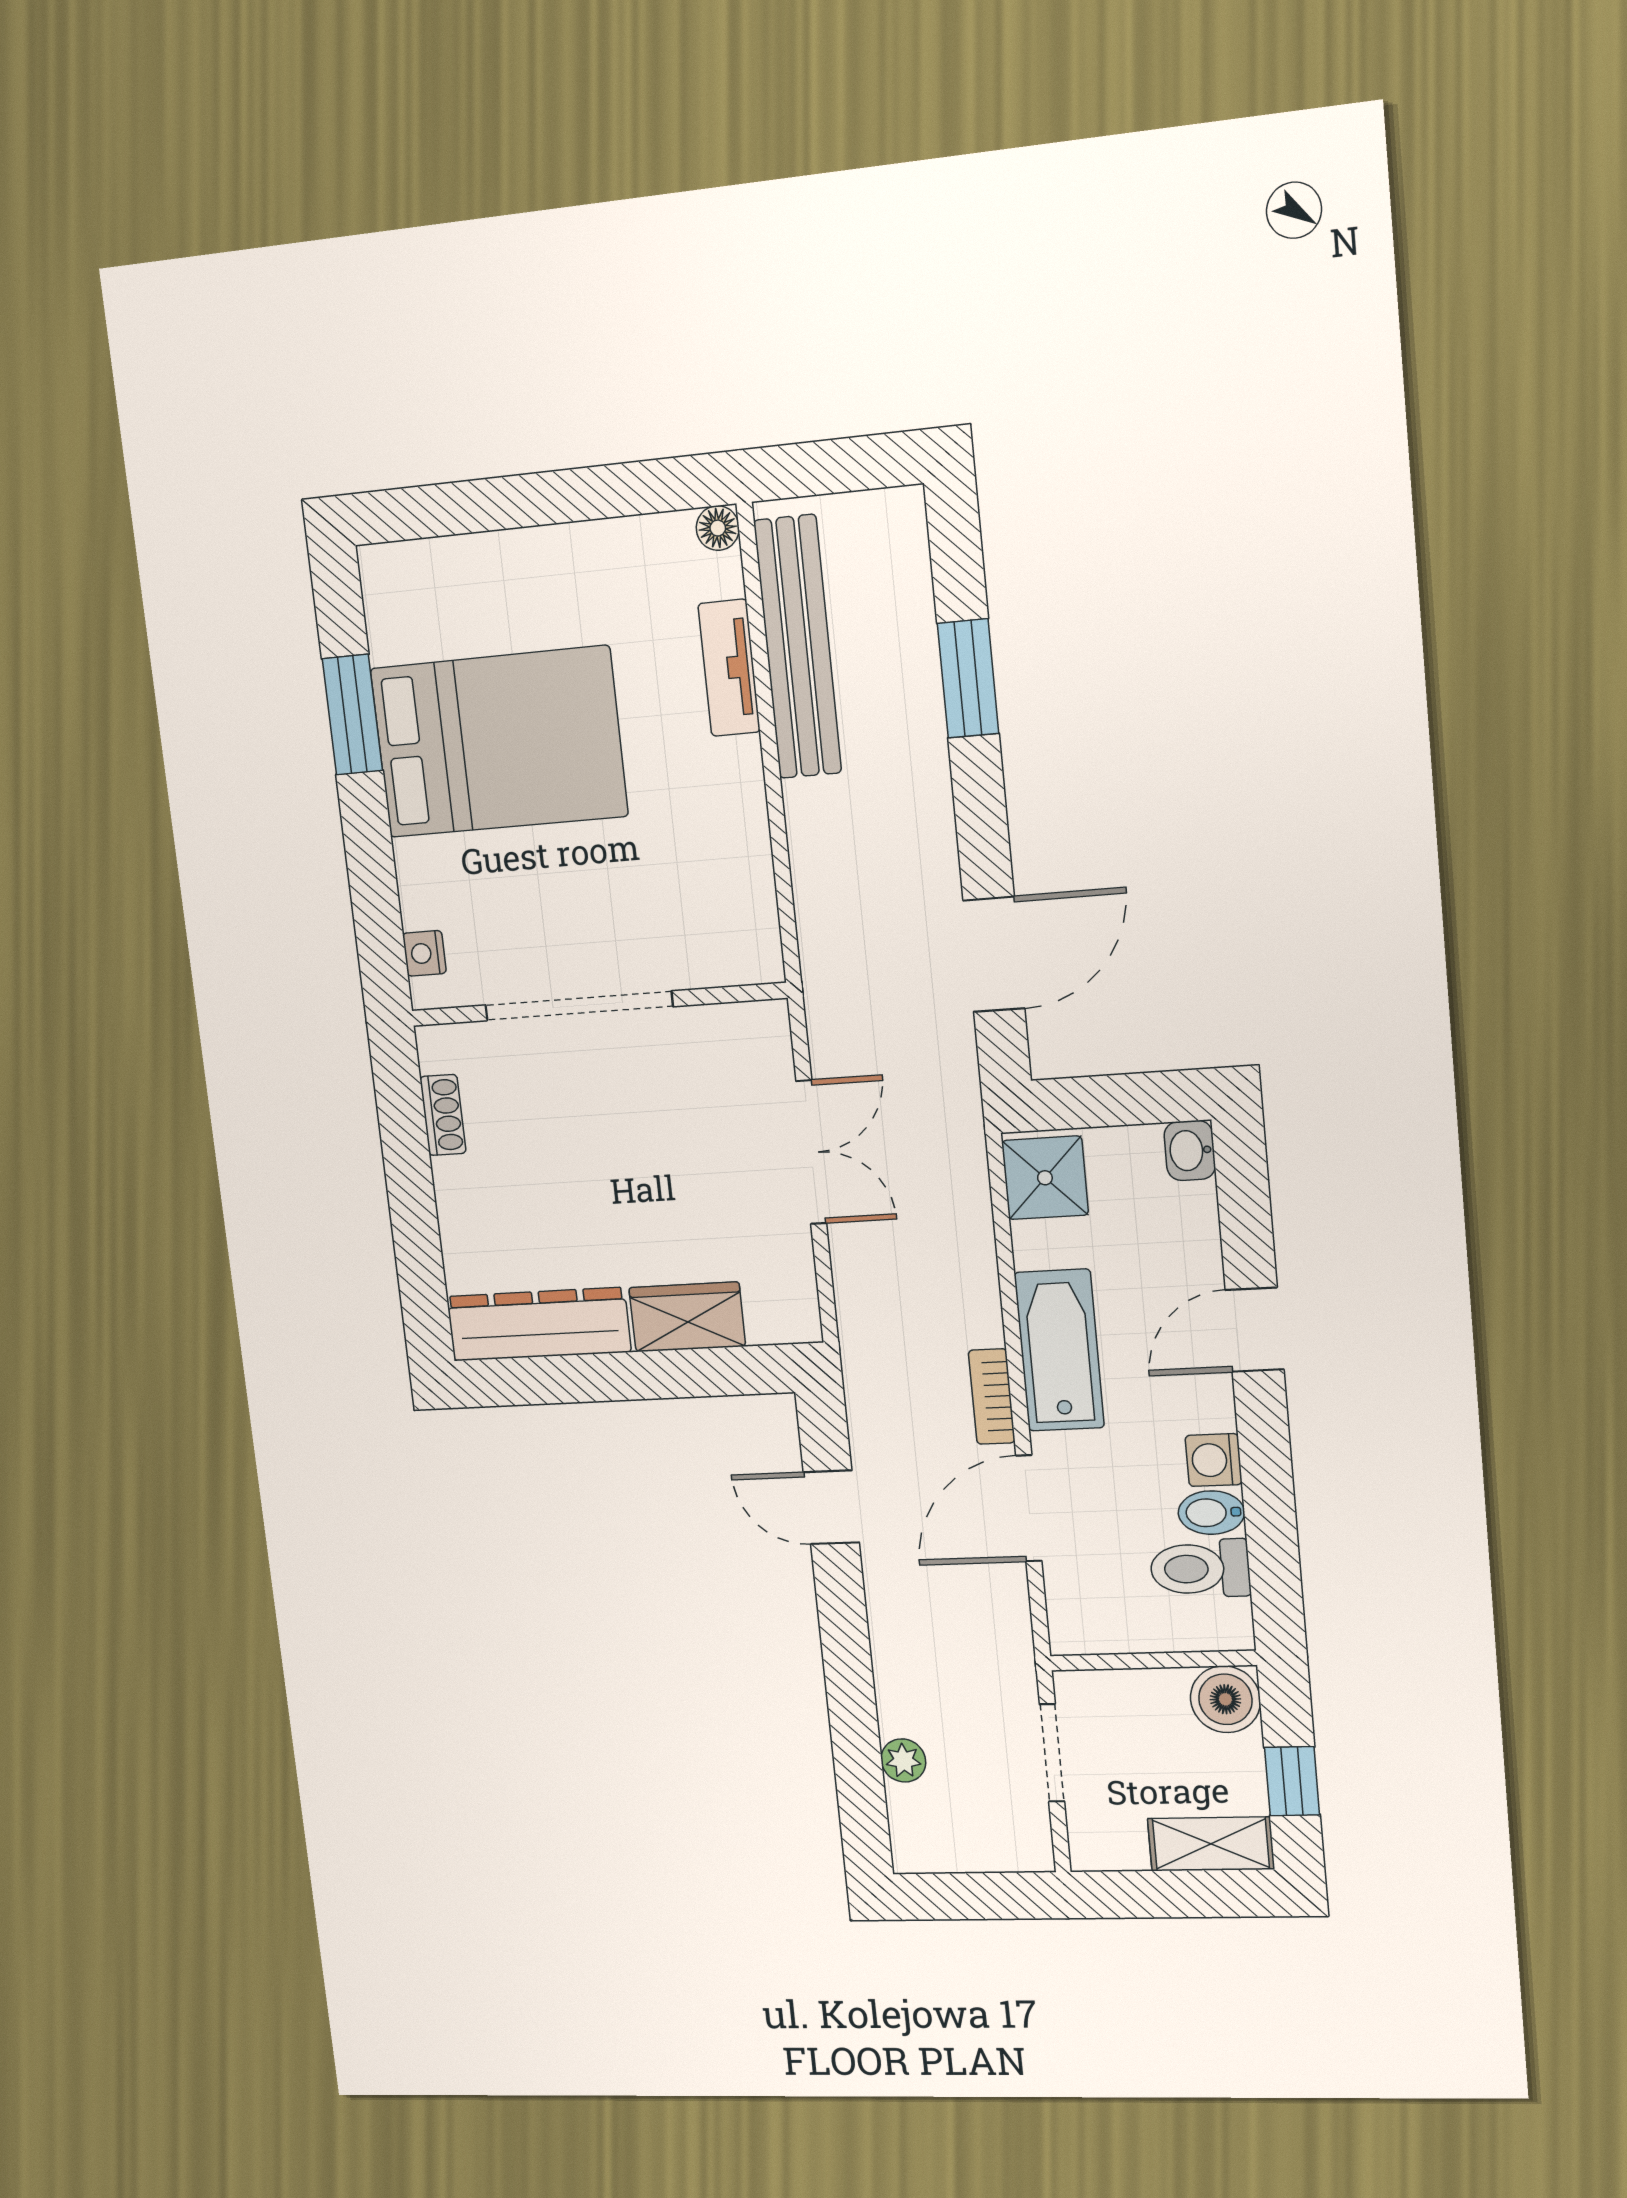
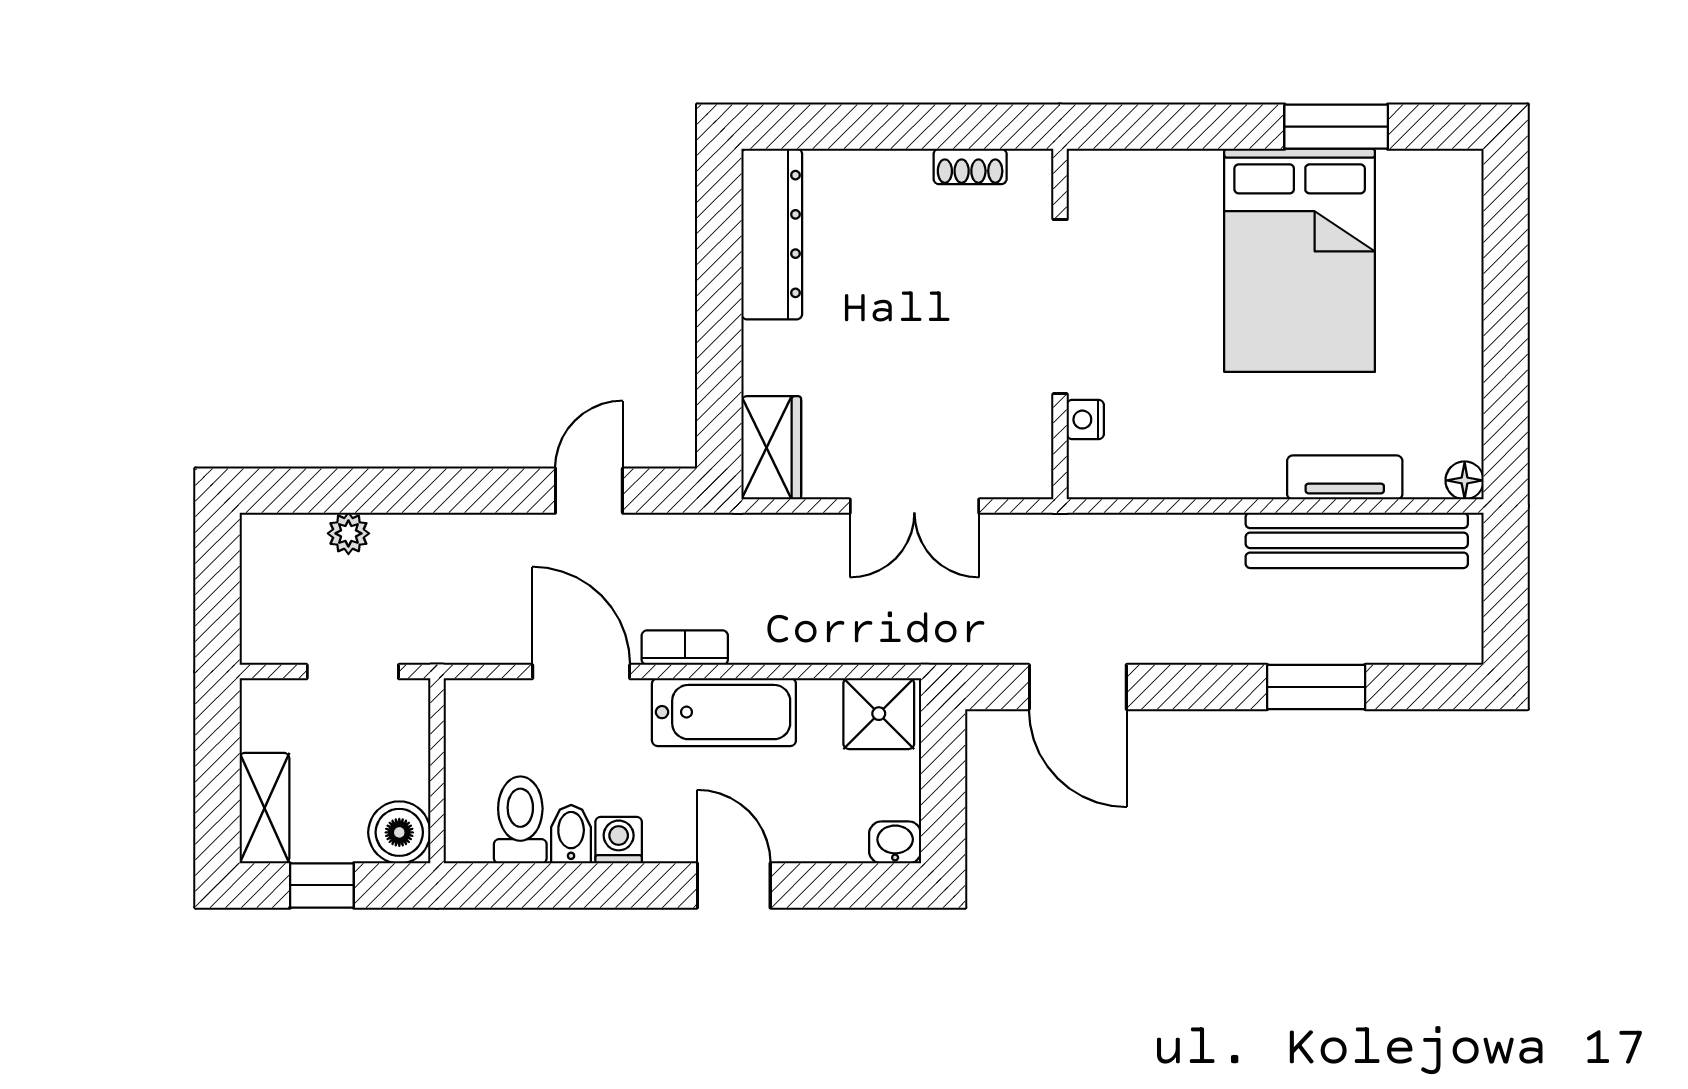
nightstand: (424, 953) -> (1085, 420), moved, turned -90
wardrobe: (687, 1317) -> (771, 448), moved

